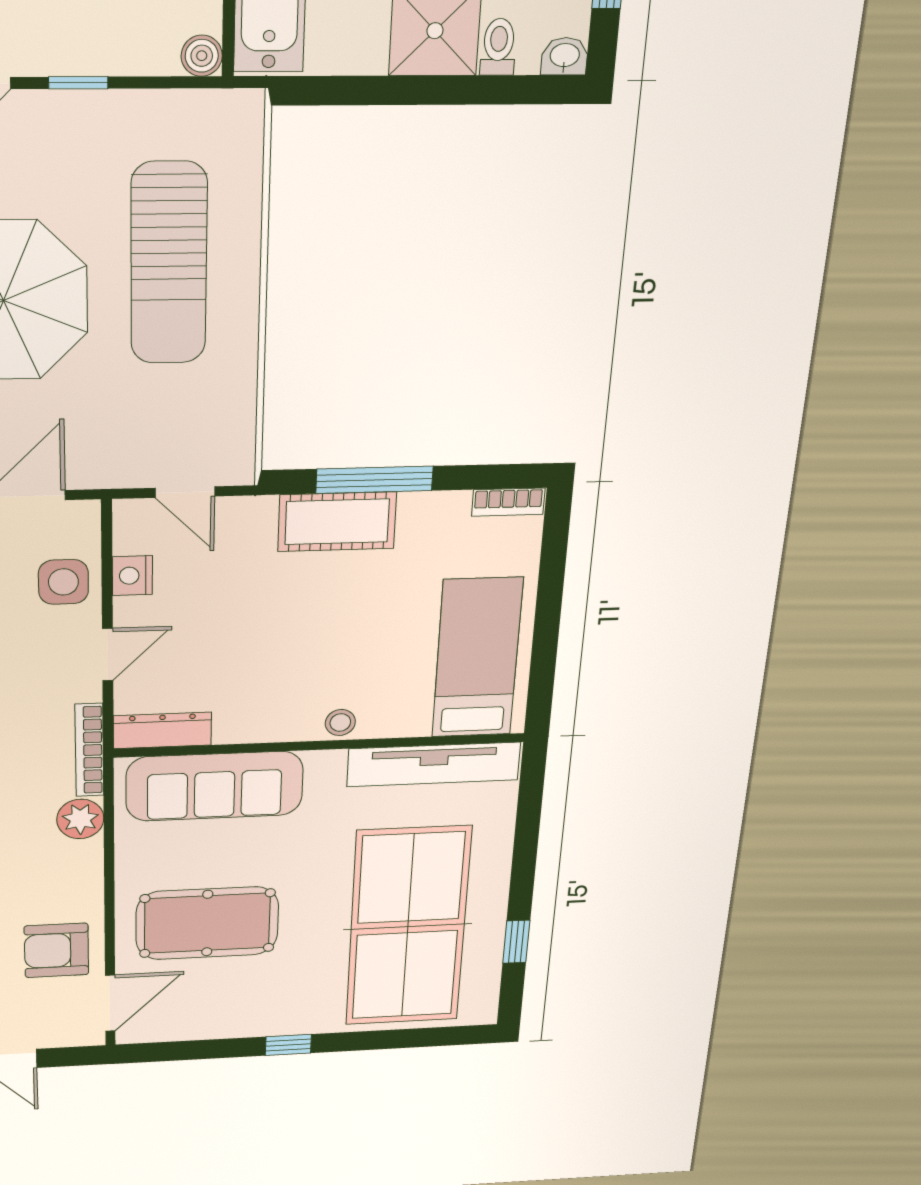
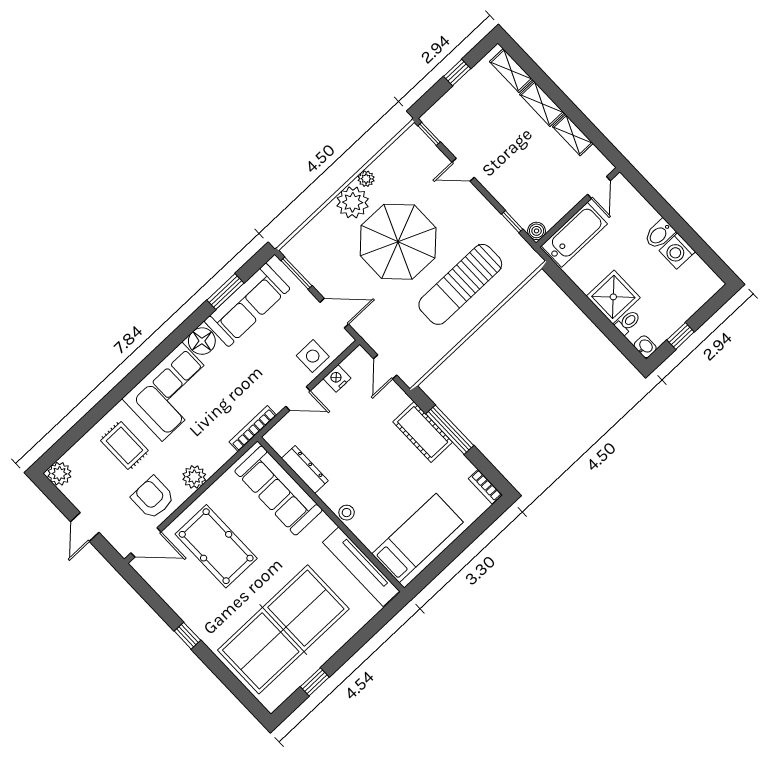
window: (78, 83) -> (512, 222), moved
dresser: (162, 730) -> (305, 470), moved
plant: (80, 819) -> (194, 477), moved

